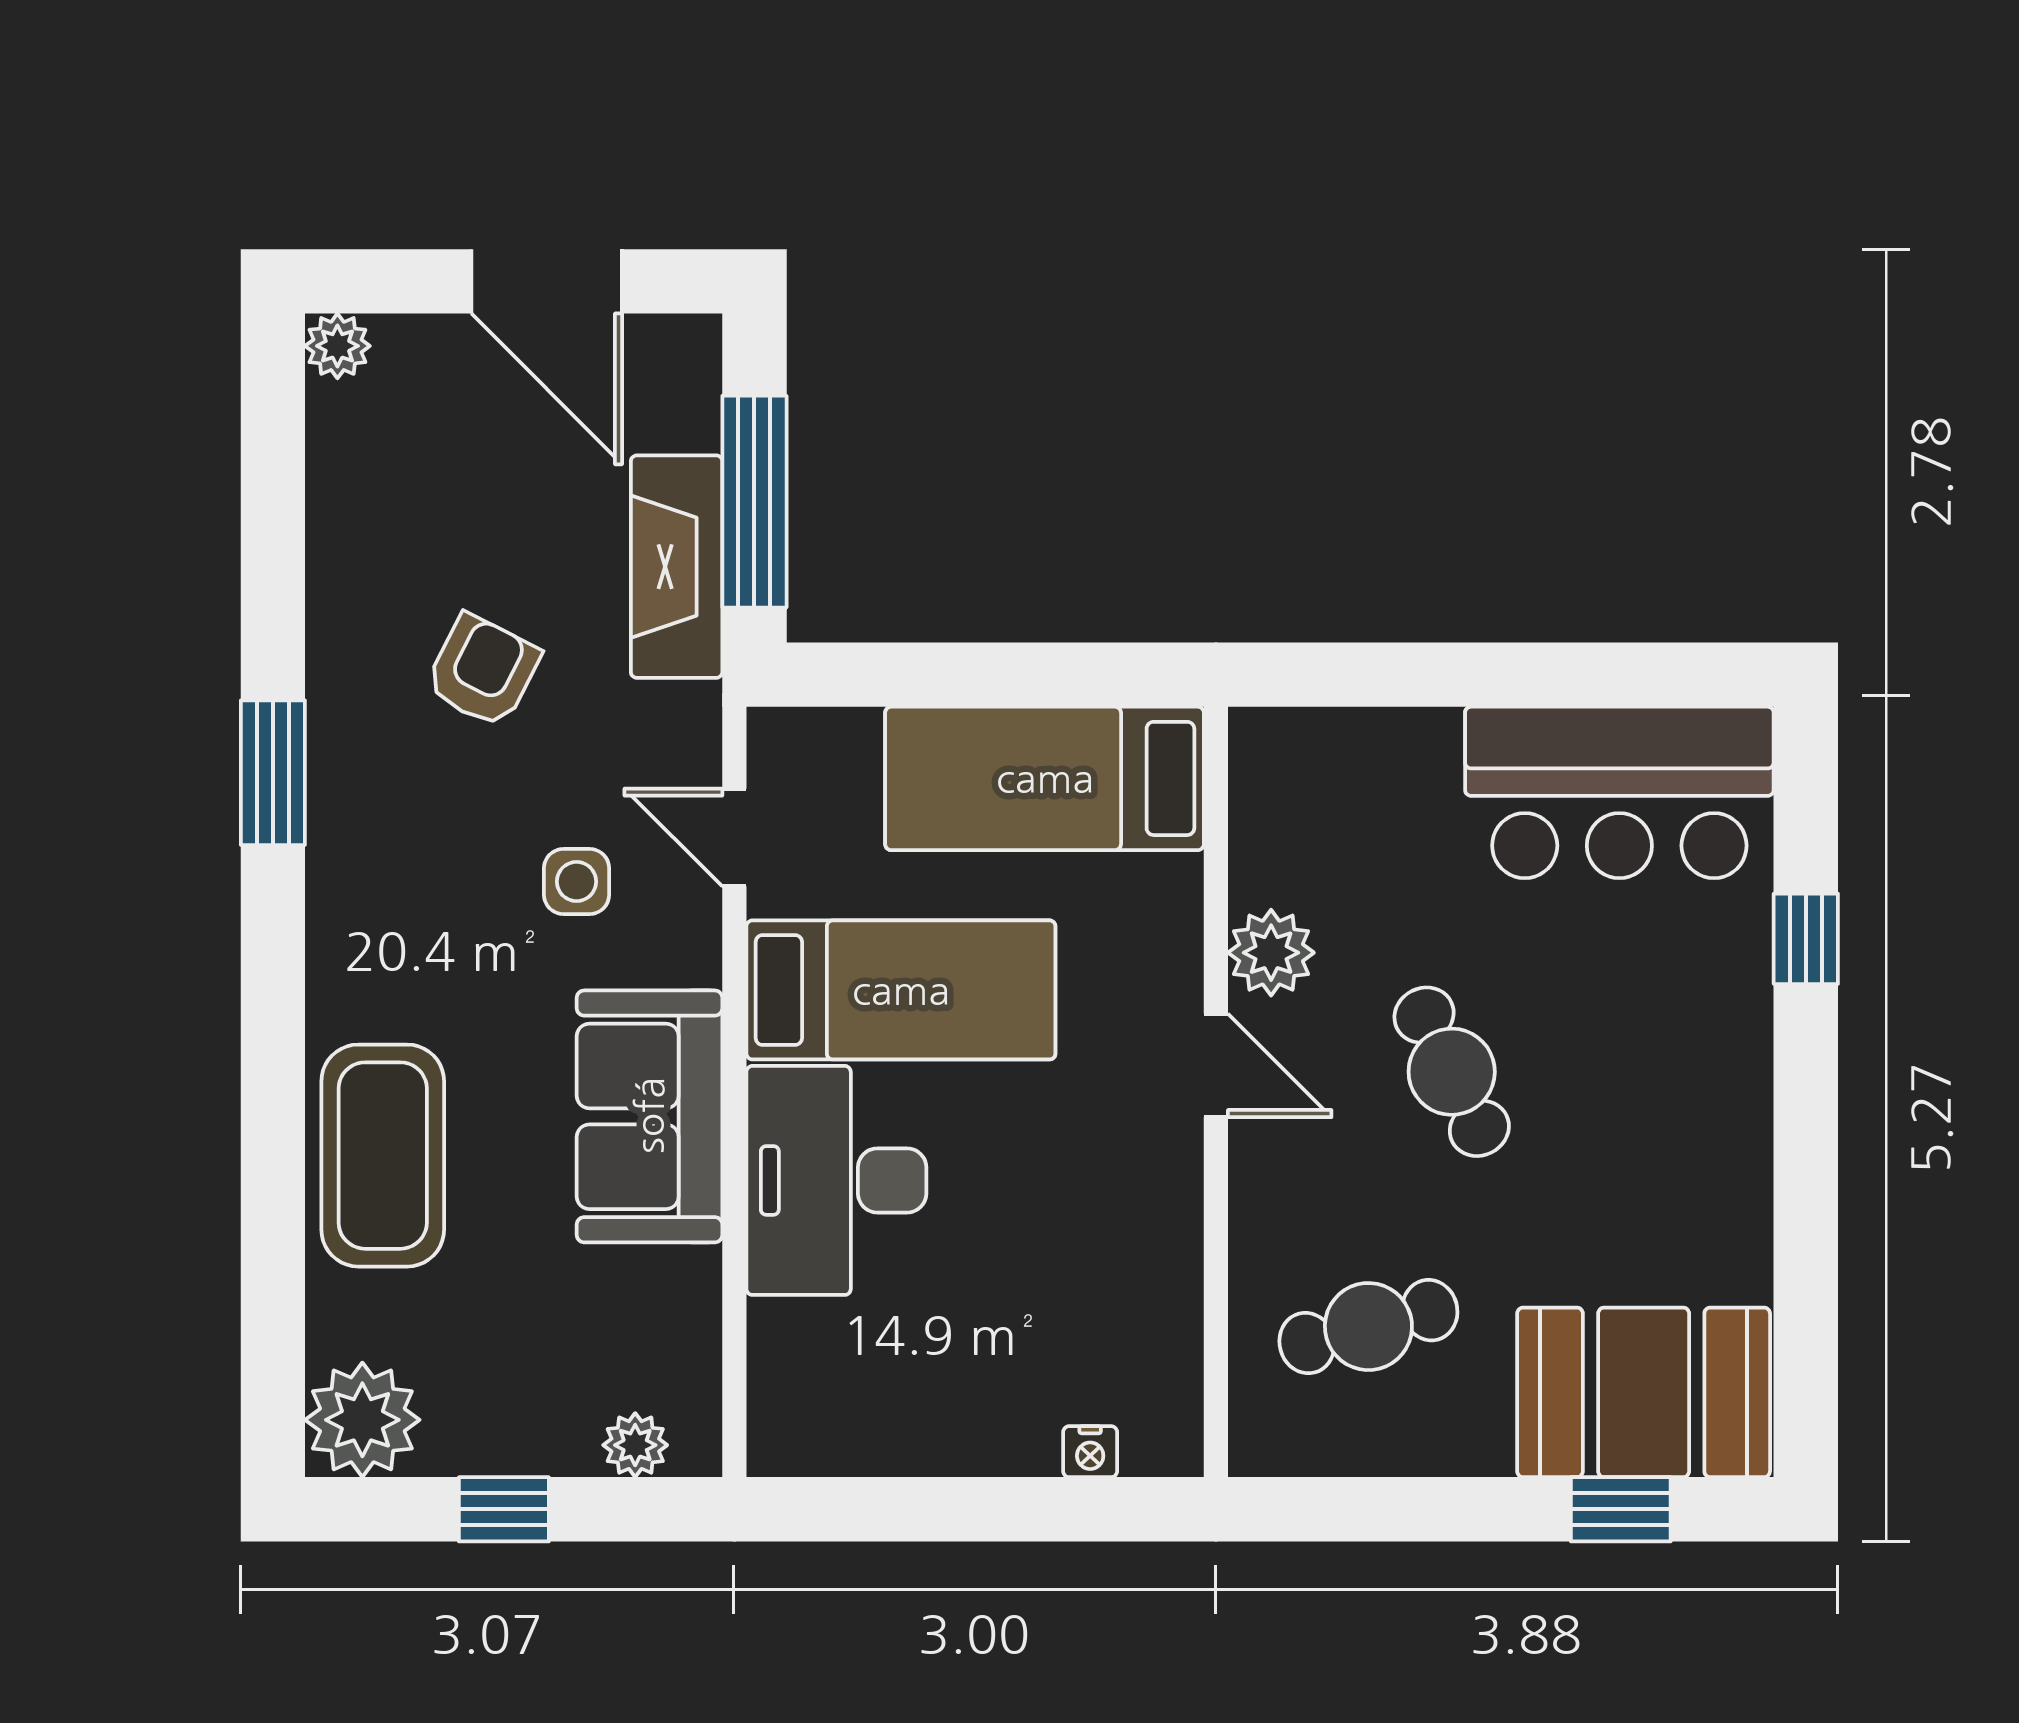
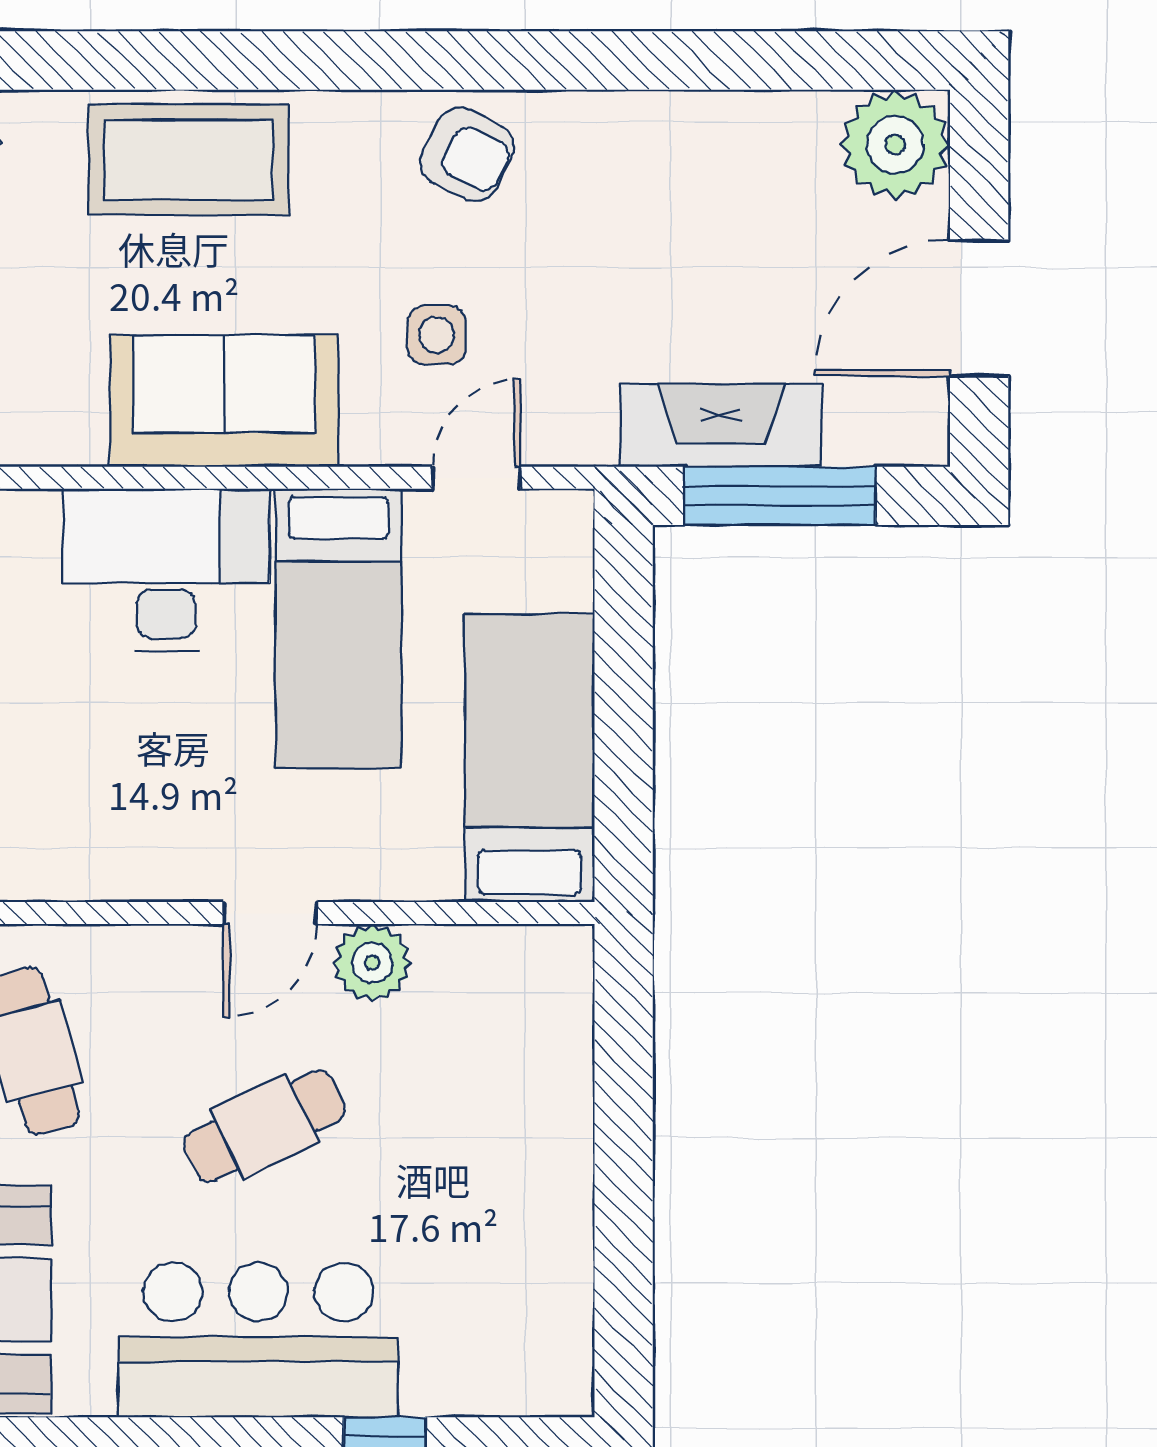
plant: (337, 346) -> (895, 145), width x1.88, depth x1.88
armchair: (483, 671) -> (467, 154), moved
window: (273, 773) -> (535, 61), removed
bar counter: (1619, 792) -> (258, 1340), moved, turned 90

